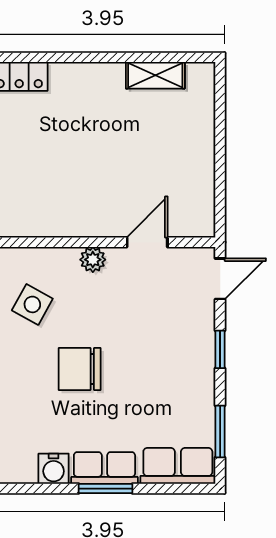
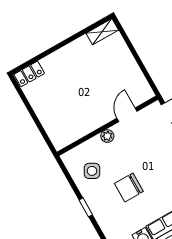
shelving: (155, 75) -> (102, 32), moved

